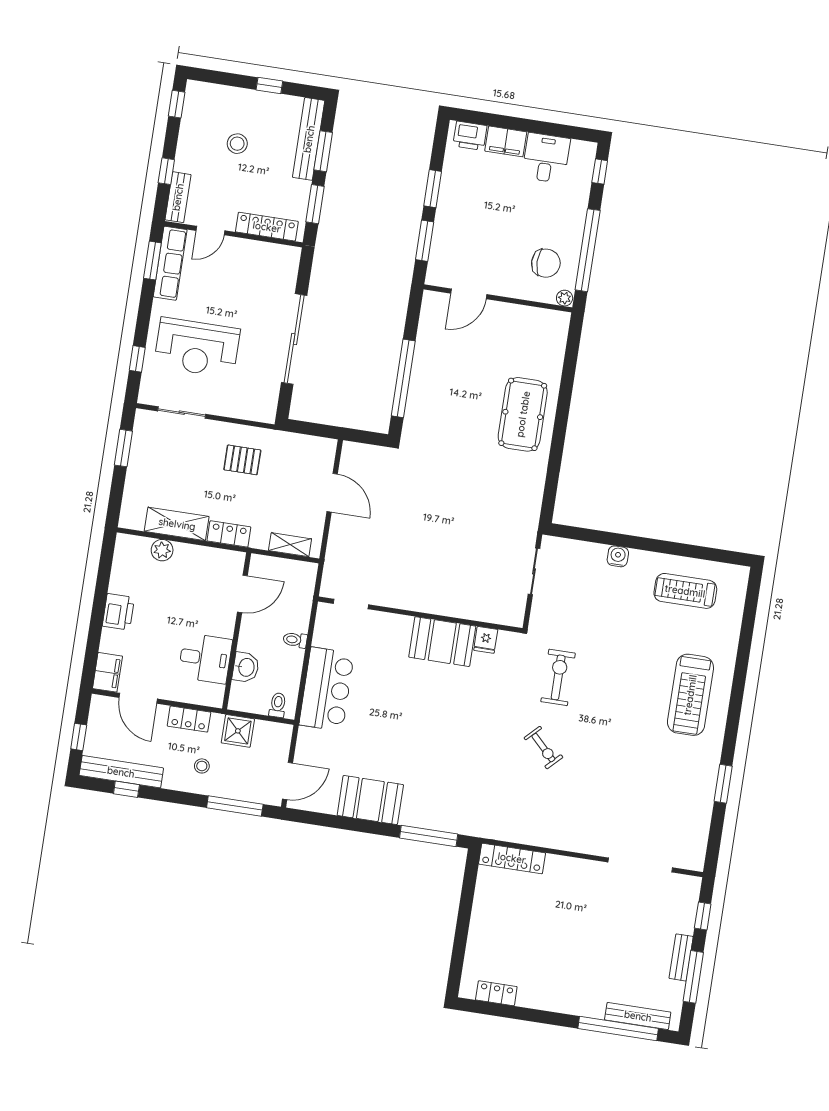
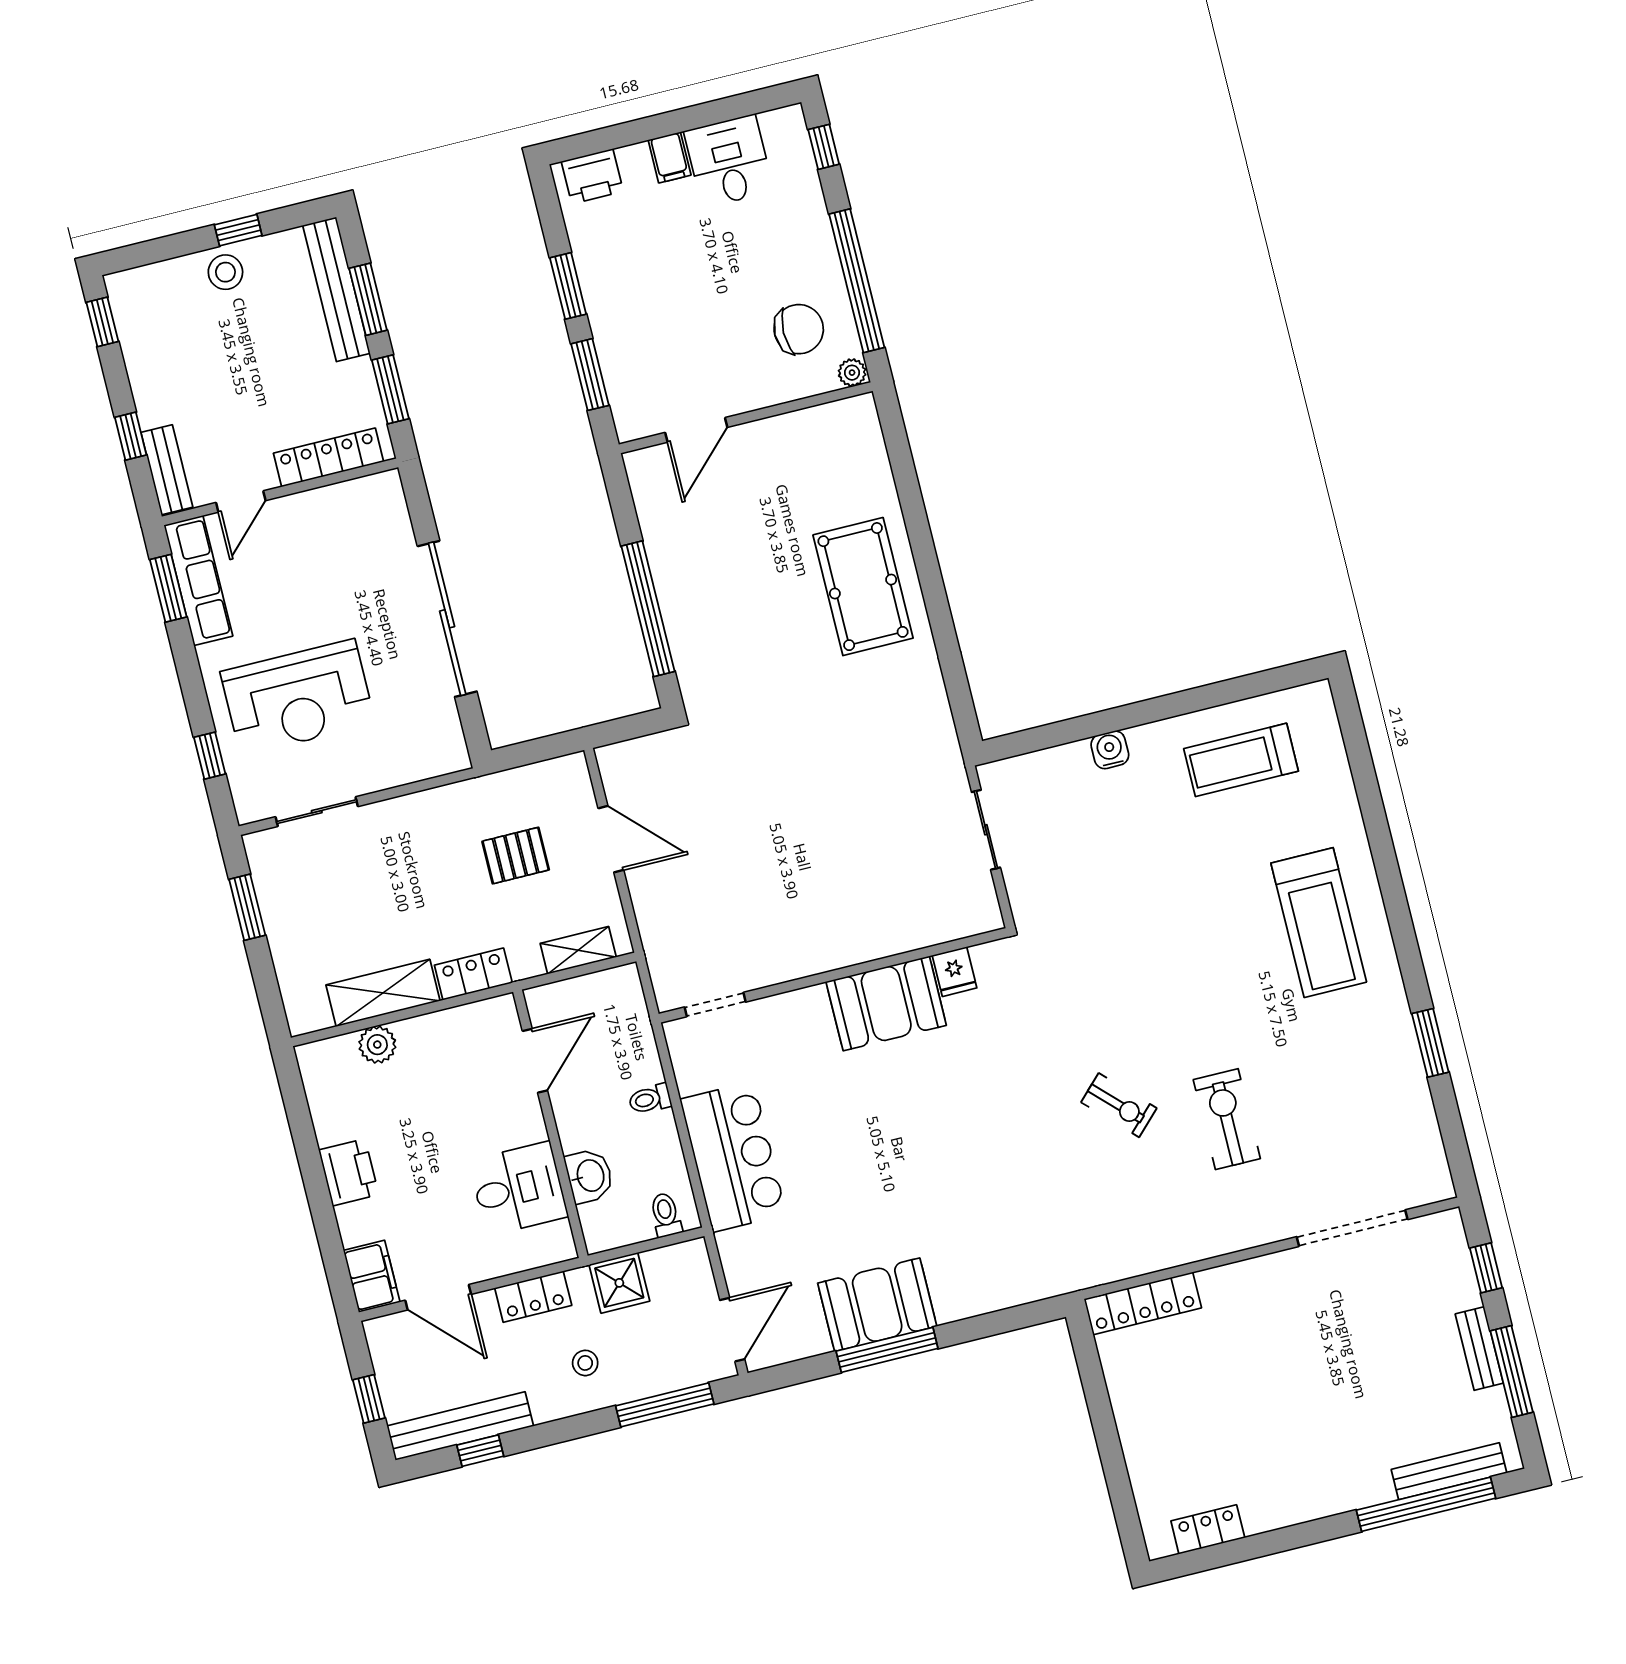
filing cabinet: (506, 141) -> (670, 157), width x0.50
stool: (237, 144) -> (225, 272), moved
pallet: (242, 460) -> (516, 856), moved
exercise bike: (558, 677) -> (1227, 1119), moved
window: (429, 836) -> (887, 1350), moved

